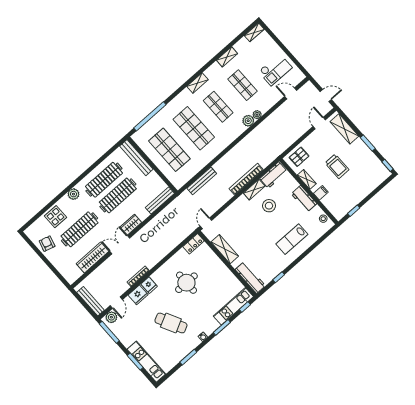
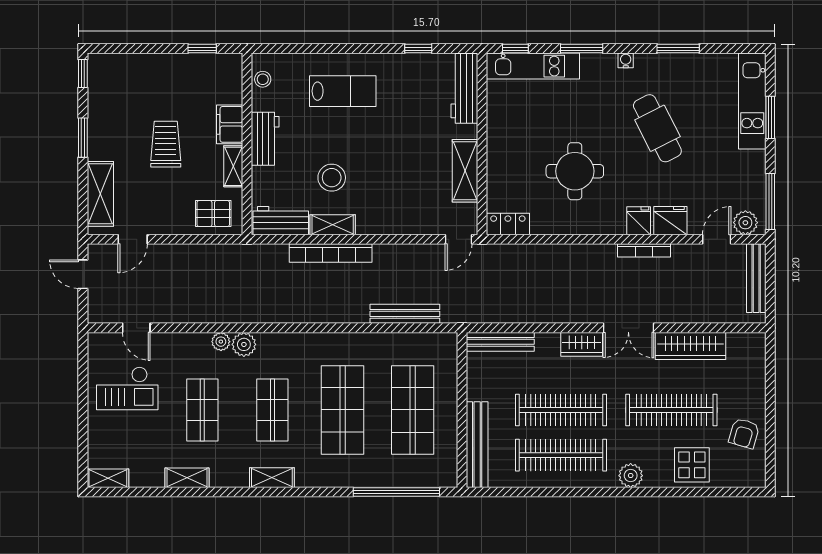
checkout: (275, 70) -> (127, 388), turned 180
filing cabinet: (321, 193) -> (230, 124), width x2.00

